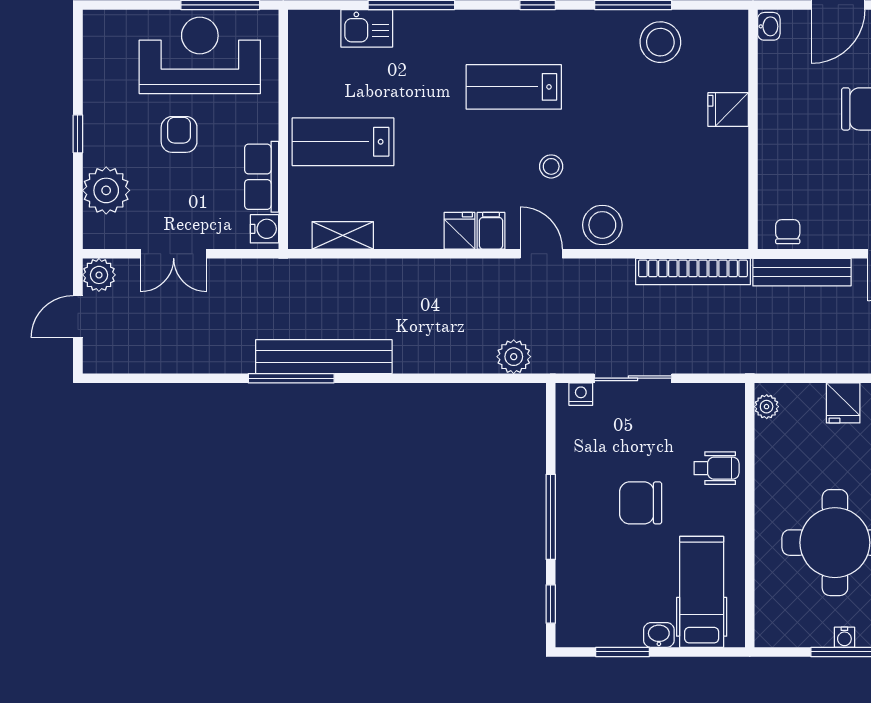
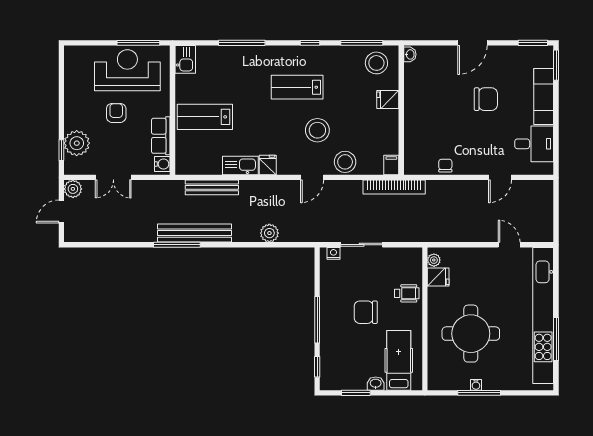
washbasin: (769, 26) -> (410, 54), moved
kitchen sink: (367, 28) -> (185, 59), moved, turned -90
fridge: (728, 110) -> (388, 99), moved
wall: (753, 129) -> (401, 110), moved
window: (78, 134) -> (61, 150), moved
stool: (551, 166) -> (317, 130), width x1.89, depth x1.89
filing cabinet: (491, 231) -> (391, 165), moved
kitchen sink: (409, 232) -> (240, 166), added
shelving: (343, 235) -> (205, 167), removed
door: (541, 254) -> (312, 177), swing flipped
bench: (802, 272) -> (212, 187), moved
plant: (514, 357) -> (269, 233), moved
fridge: (843, 403) -> (438, 277), moved, turned -90

